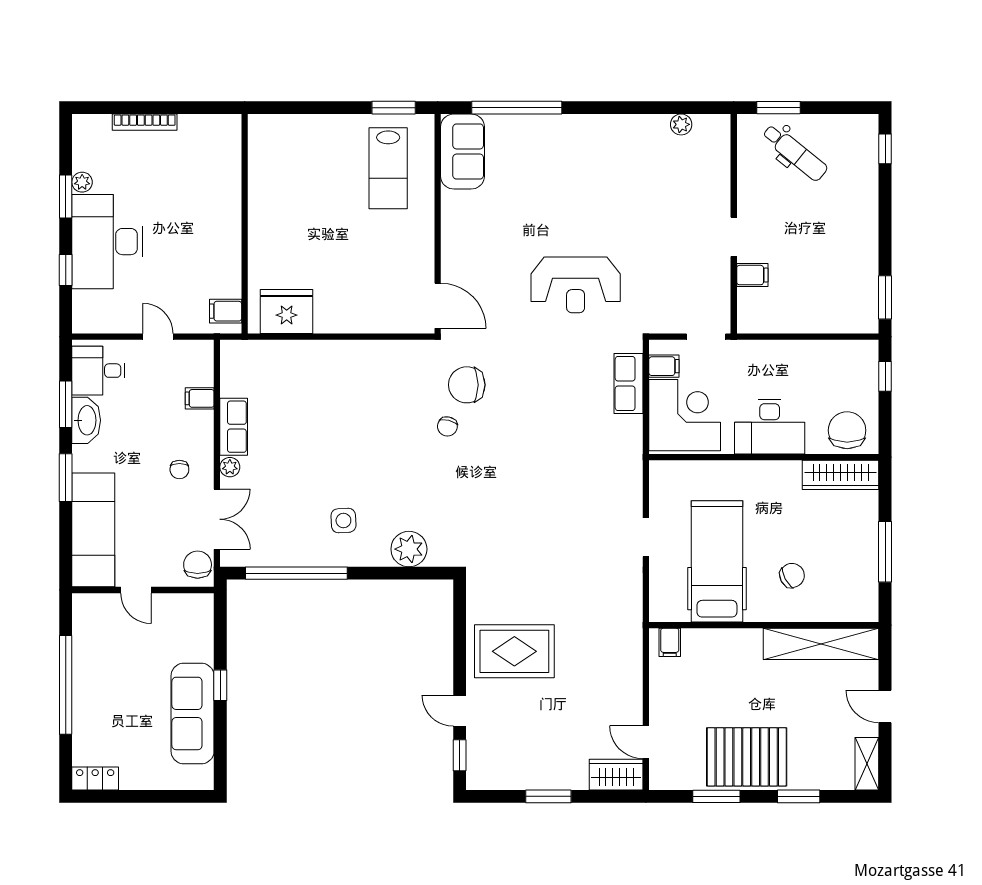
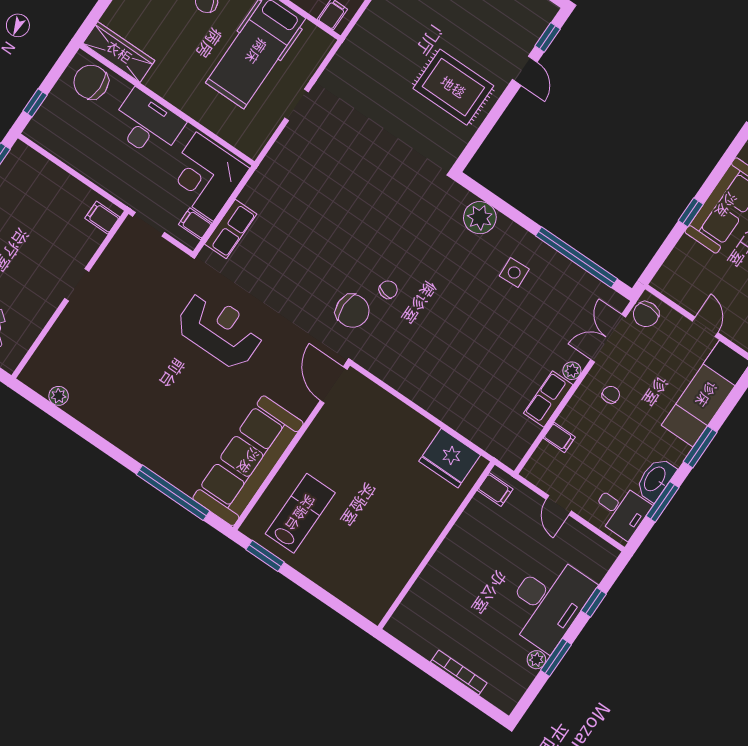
sofa: (463, 152) -> (248, 461), width x1.85, depth x1.27
filing cabinet: (752, 275) -> (102, 218), moved
chair: (847, 430) -> (91, 82), turned 90

